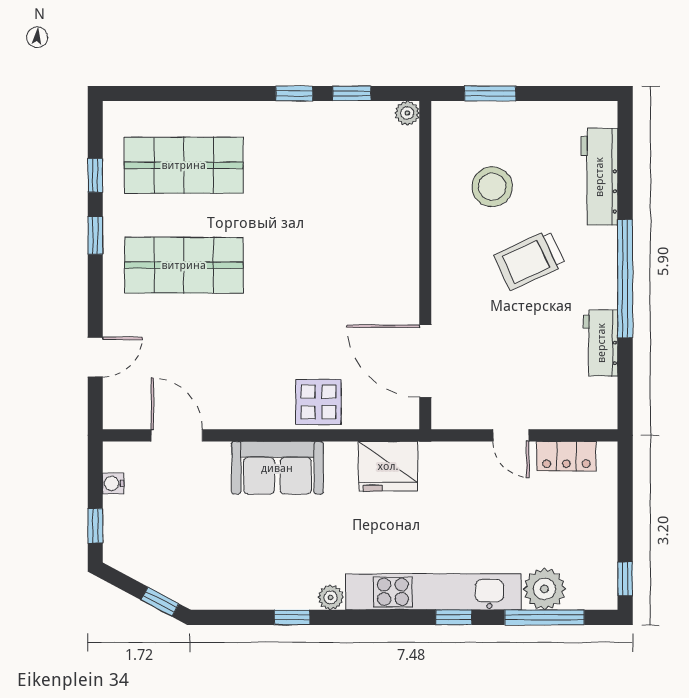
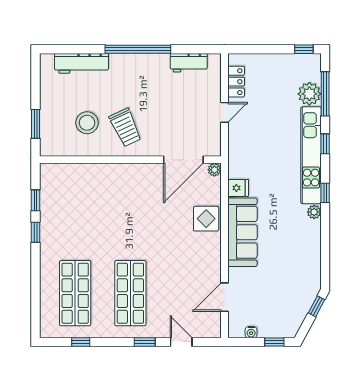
plant: (407, 113) -> (214, 170), moved
window: (95, 235) -> (145, 342), moved
trolley: (530, 260) -> (125, 127), moved
workbench: (601, 343) -> (189, 63), moved
fridge: (388, 466) -> (238, 188), width x0.53, depth x0.75
sofa: (277, 468) -> (242, 232), width x1.36
window: (292, 617) -> (325, 193), moved

